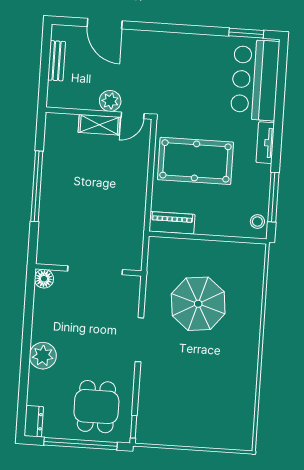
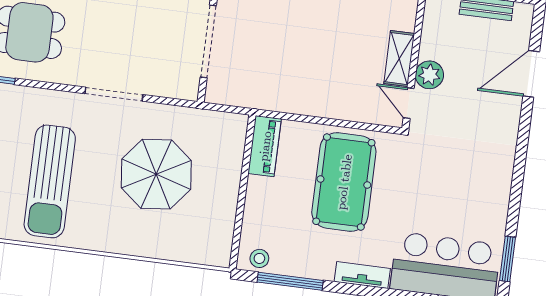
sun lounger: (209, 384) -> (50, 181), added

